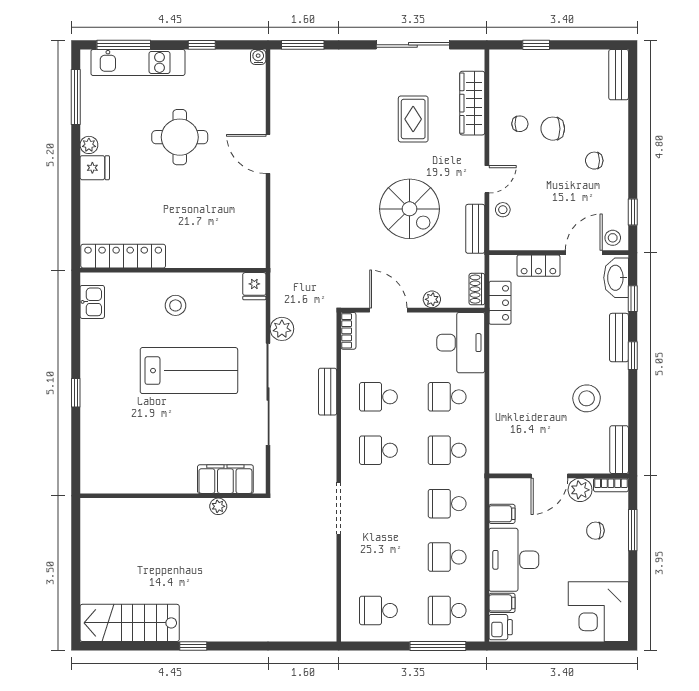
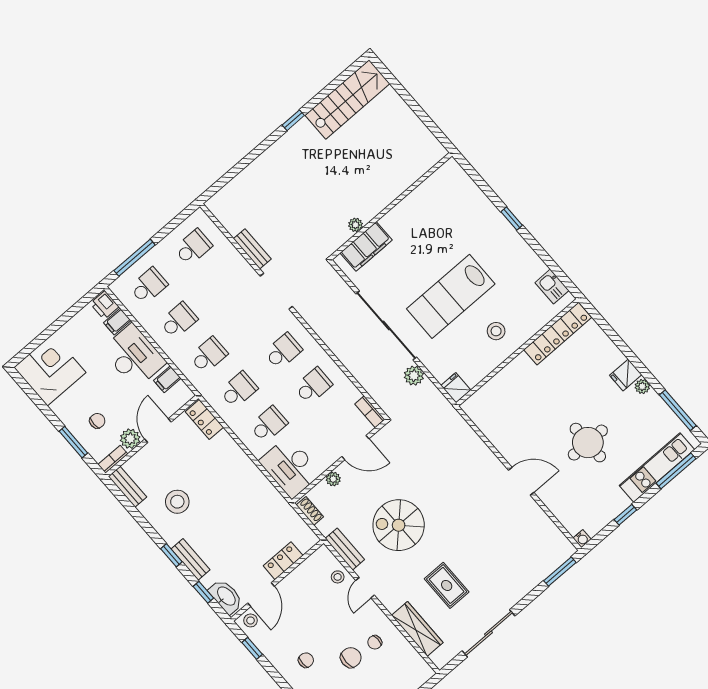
locker: (500, 303) -> (204, 419), moved
bench: (328, 392) -> (252, 249), moved

